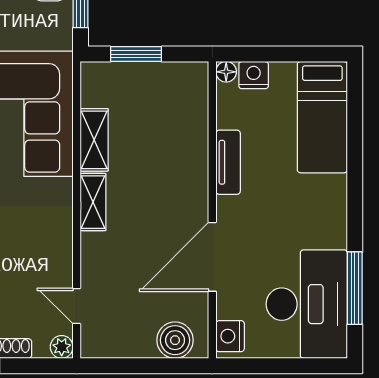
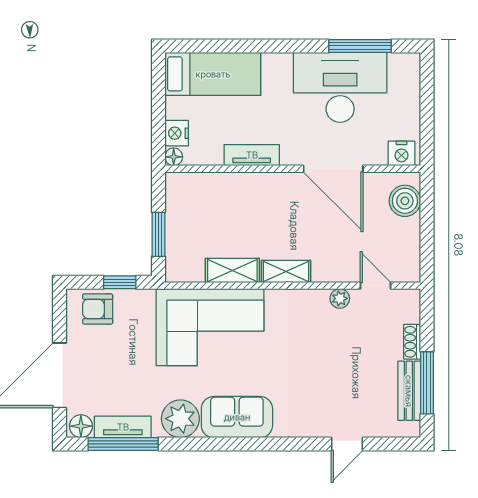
desk: (307, 304) -> (340, 87), moved
door: (77, 306) -> (375, 286), swing flipped
plant: (62, 347) -> (340, 298), moved

